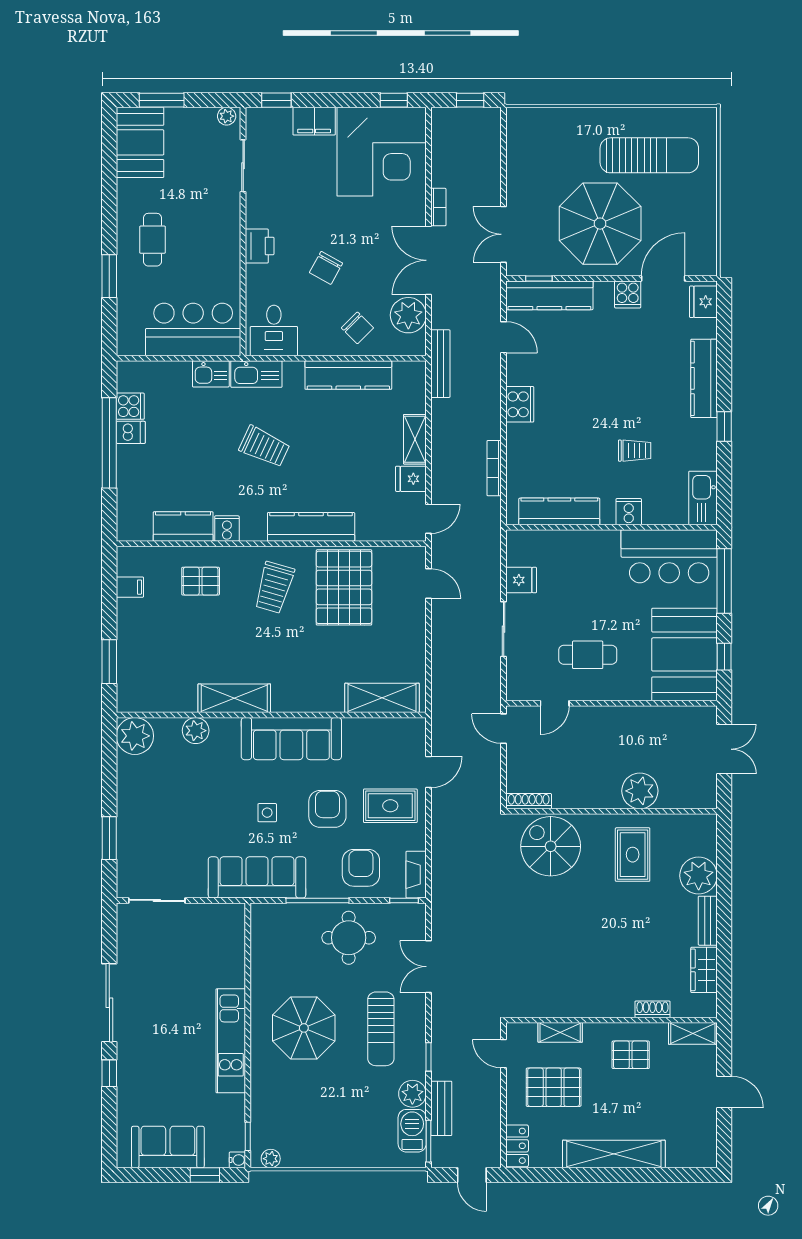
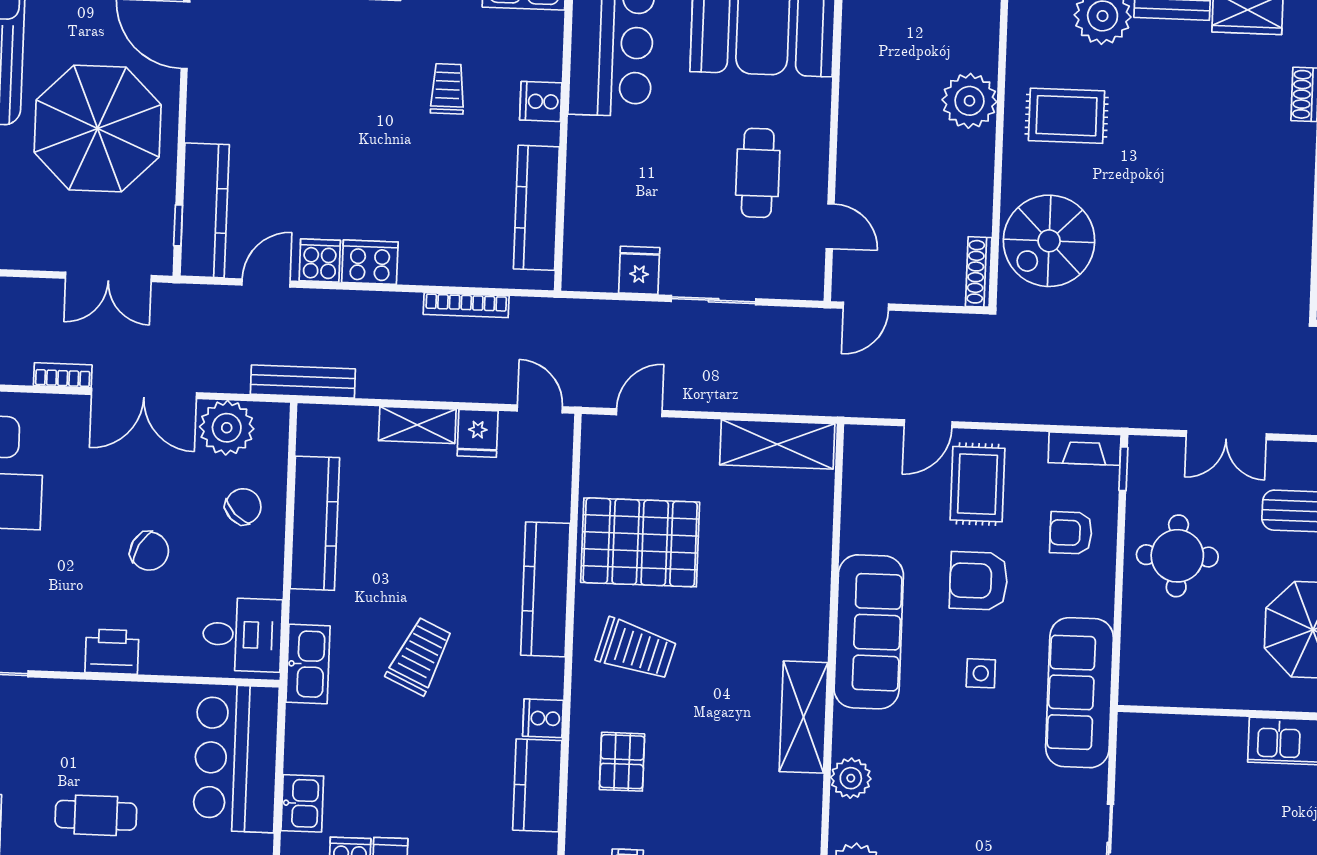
cooker: (628, 294) -> (320, 261), moved, turned -90
kitchen sink: (211, 374) -> (302, 803), moved
shelving: (382, 698) -> (777, 444), moved, turned 90
door: (428, 772) -> (928, 424), swing flipped
armchair: (361, 868) -> (1071, 533), width x0.72, depth x0.72
window: (317, 900) -> (1118, 601), removed

